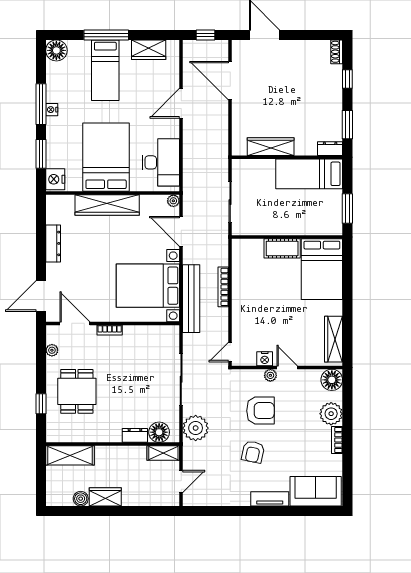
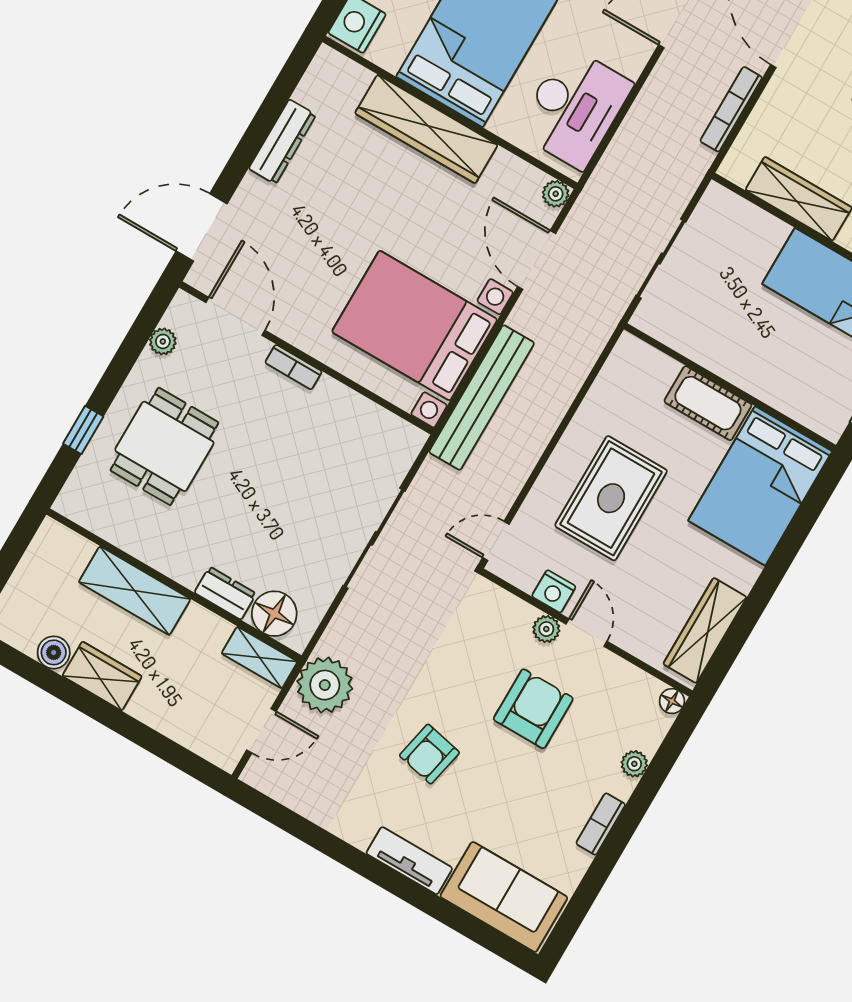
bookcase: (223, 287) -> (731, 109), moved
rug: (266, 309) -> (611, 498), added
floor lamp: (332, 380) -> (672, 701), width x0.53, depth x0.53
armchair: (260, 411) -> (533, 709), moved, turned -90
plant: (331, 414) -> (634, 764), width x0.53, depth x0.53
plant: (196, 428) -> (325, 685), moved
shelving: (70, 455) -> (135, 591), moved

